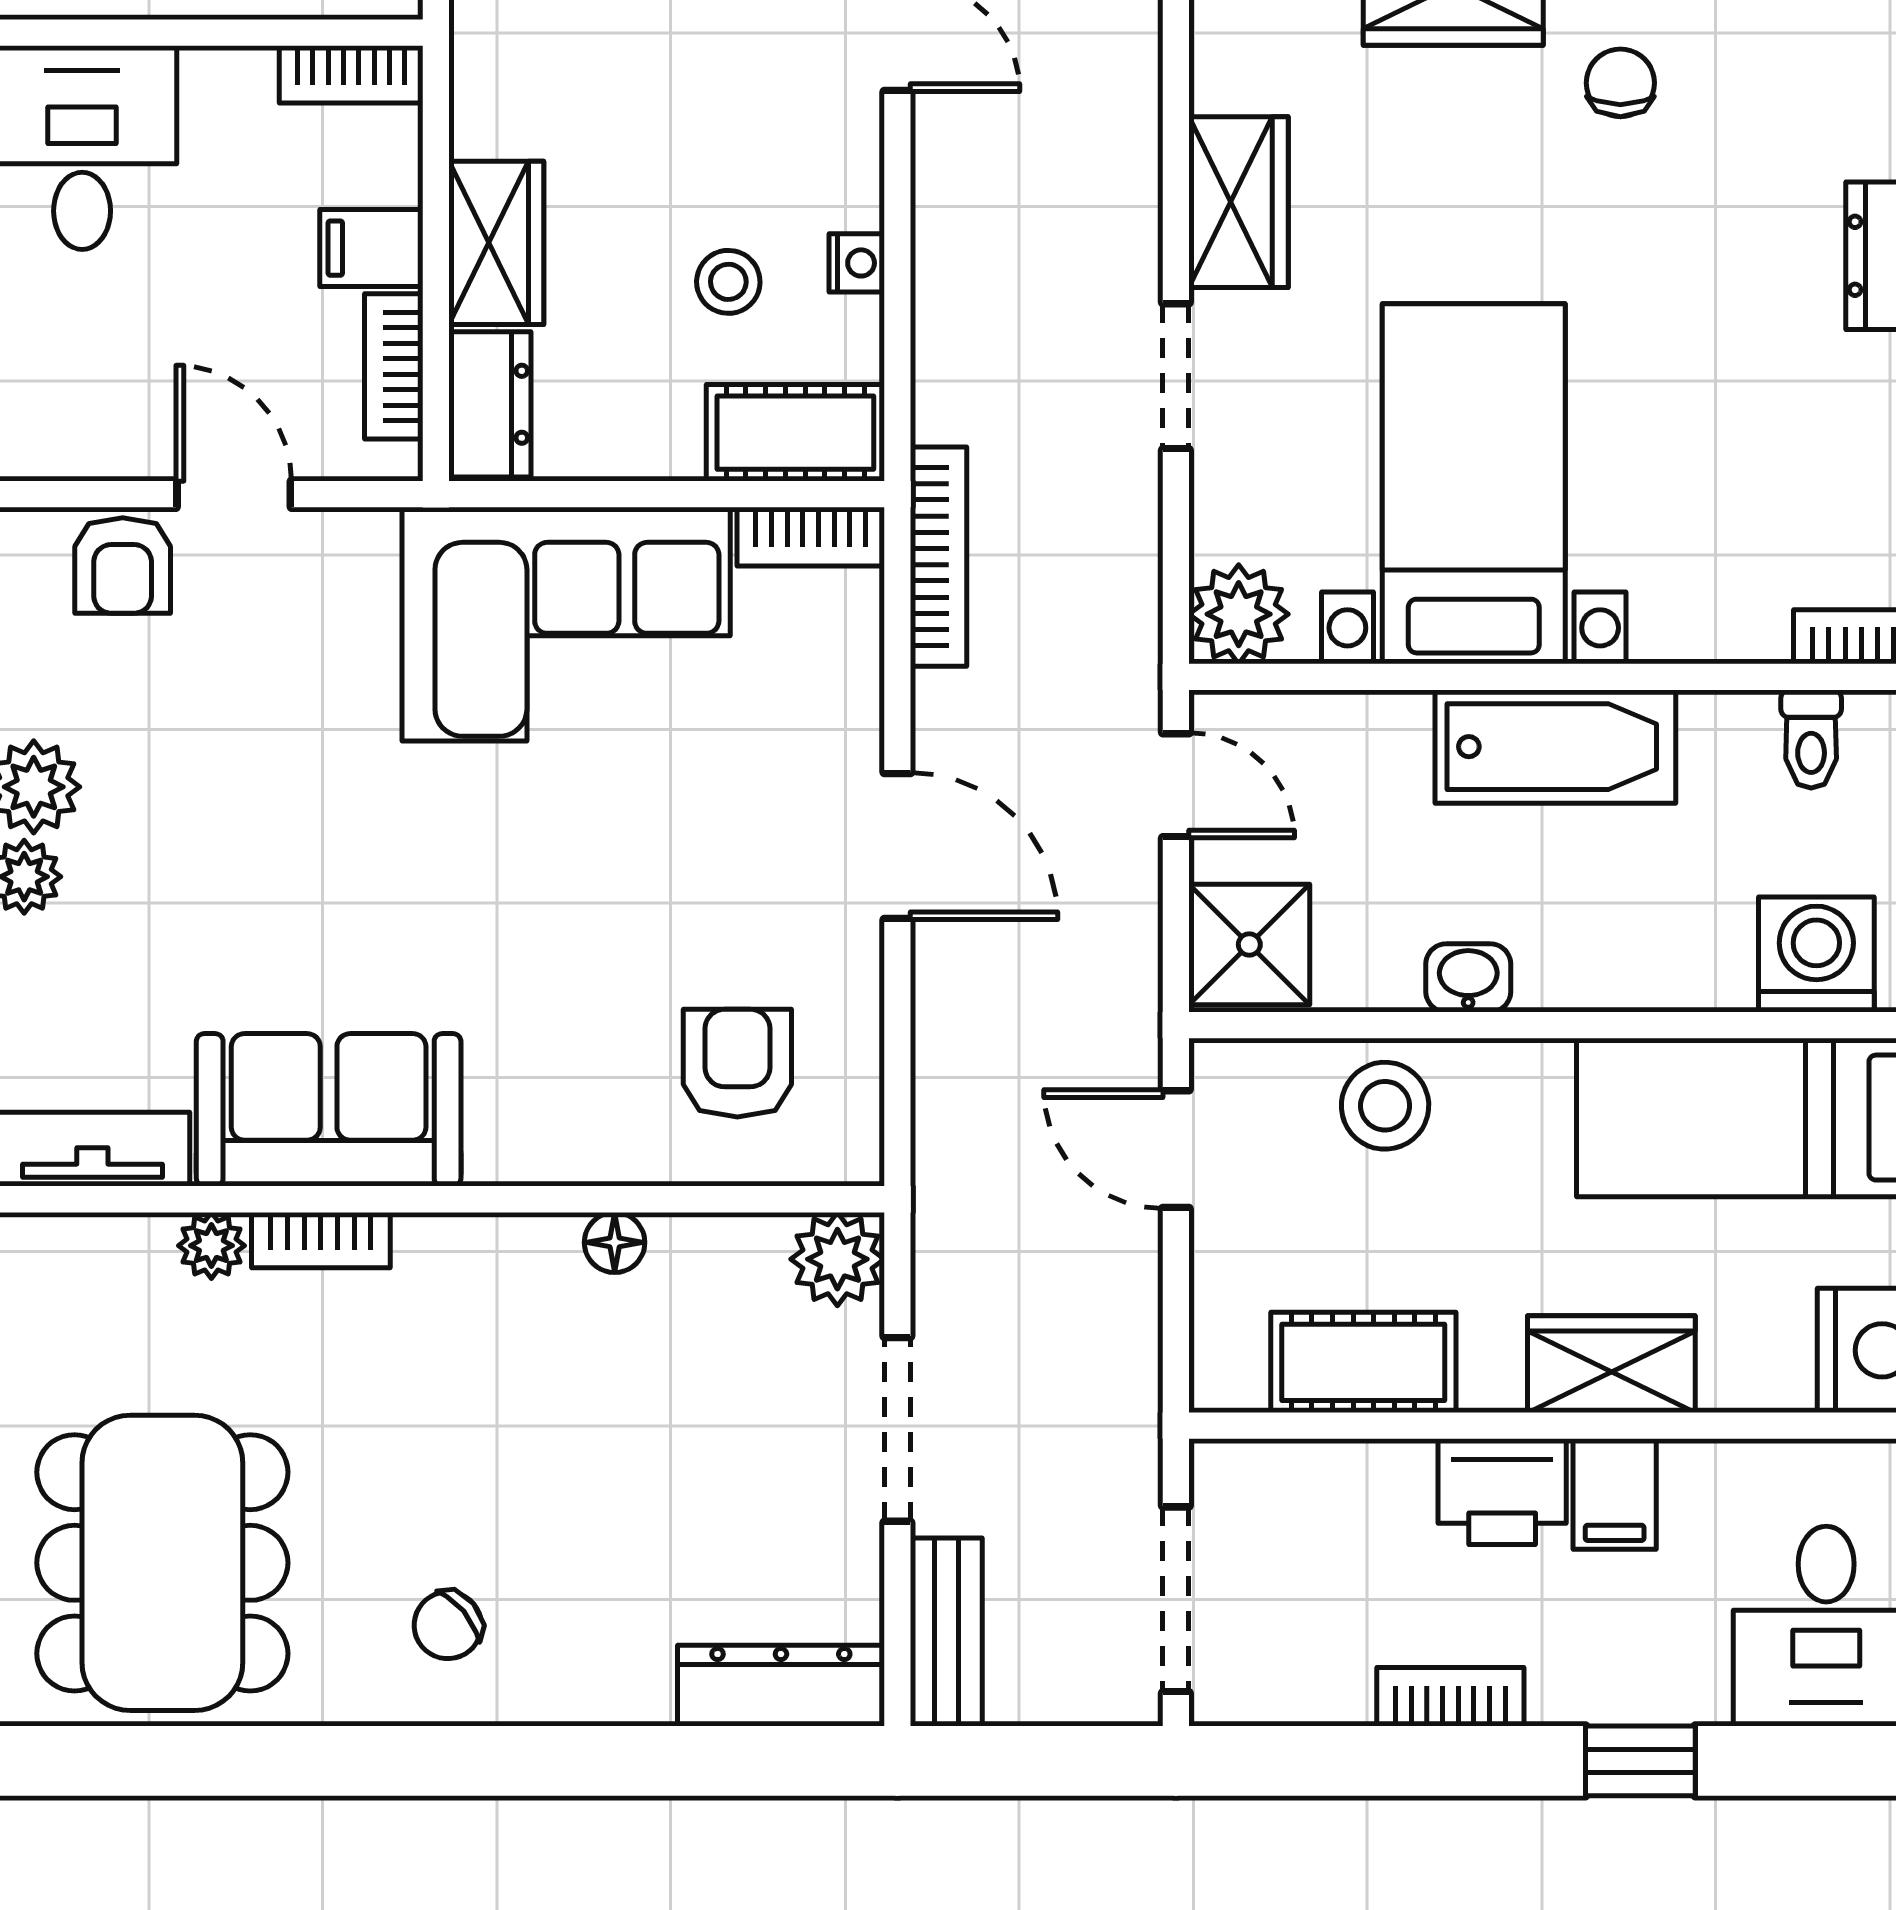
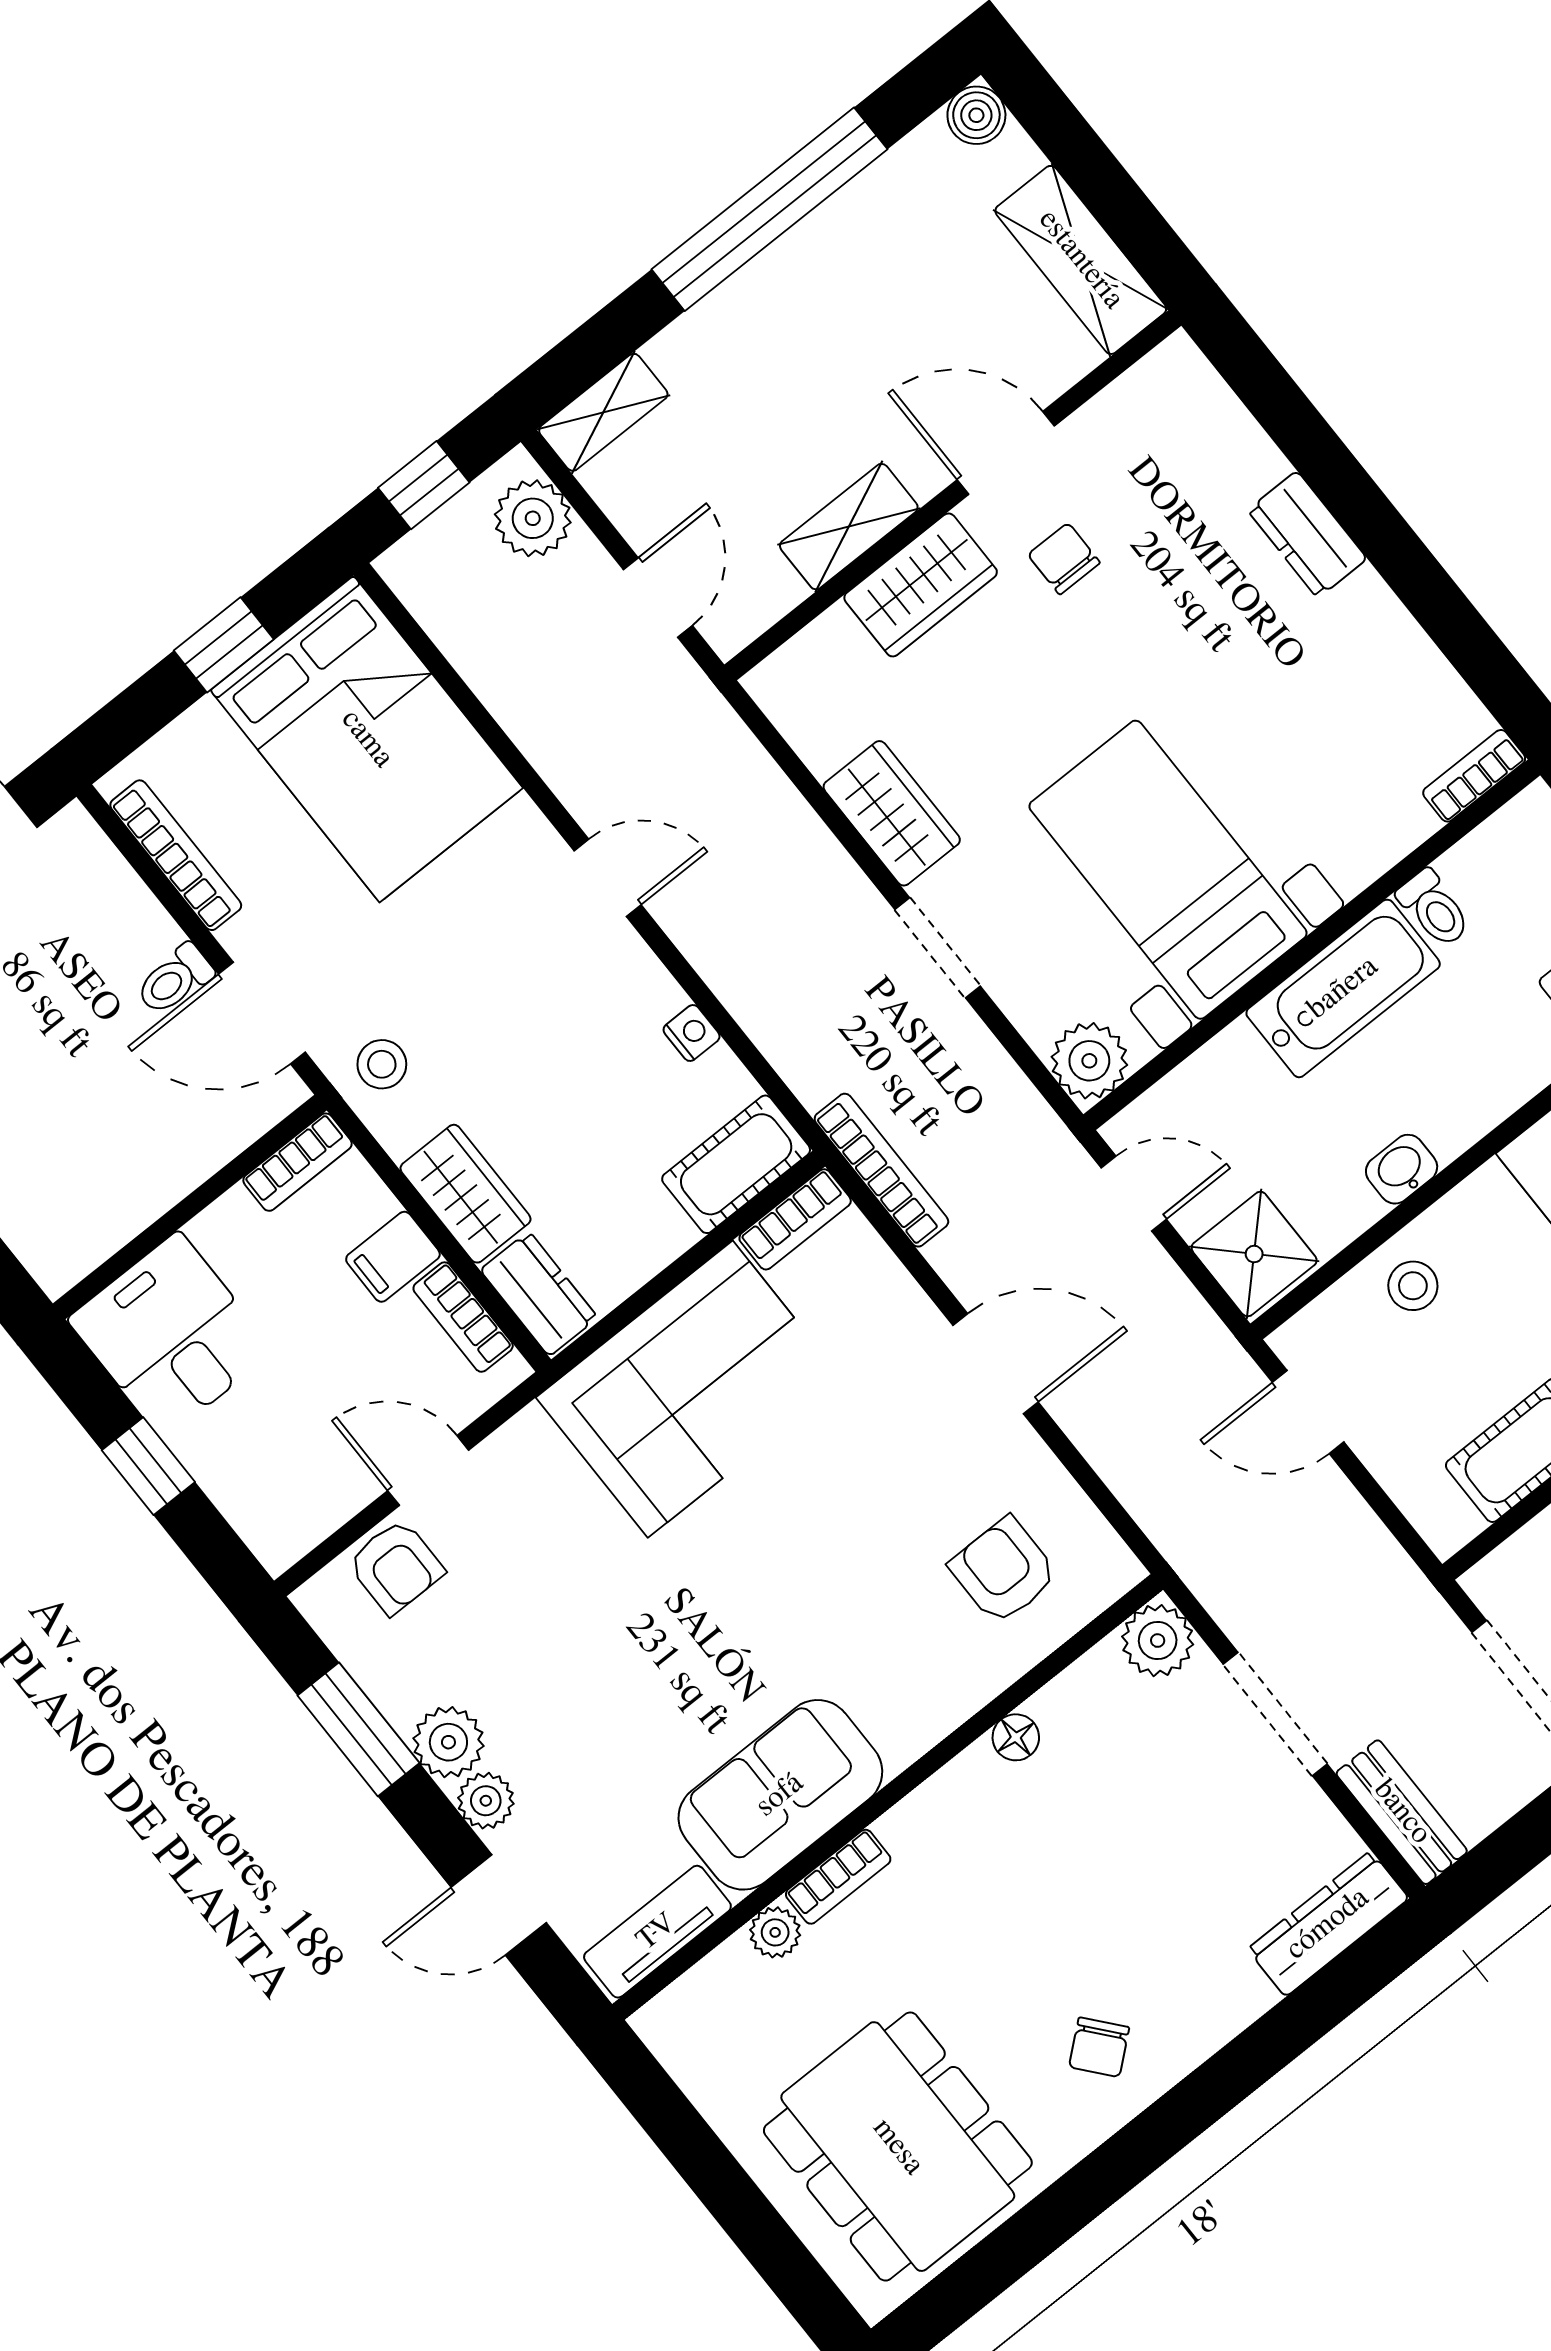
stool: (728, 282) -> (382, 1064), moved
toilet: (1811, 739) -> (1434, 909), moved
stool: (1385, 1106) -> (1413, 1286), width x0.73, depth x0.73

